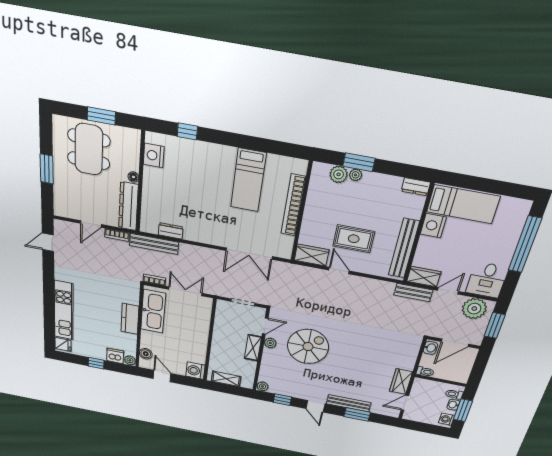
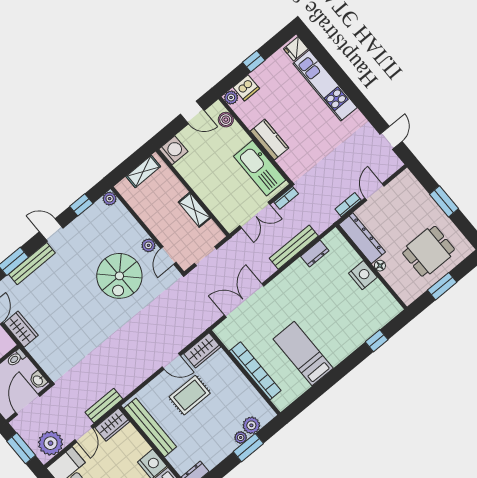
dining table: (89, 149) -> (429, 251), width x0.73
nightstand: (154, 155) -> (363, 275), moved
bench: (154, 244) -> (294, 247), moved
shelving: (253, 348) -> (195, 210), moved

